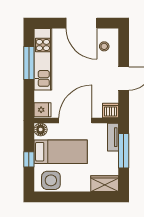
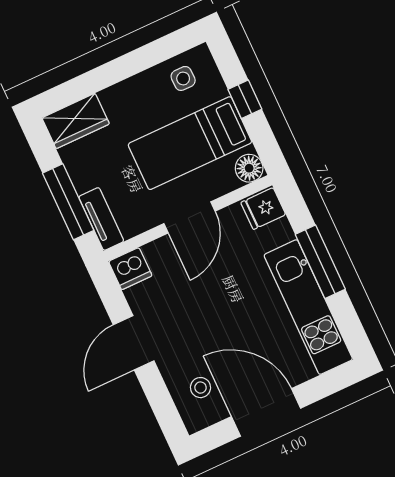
window: (29, 63) -> (320, 262), moved
door: (75, 120) -> (190, 217), width x0.73
side table: (51, 180) -> (183, 78), width x0.54, depth x0.54

